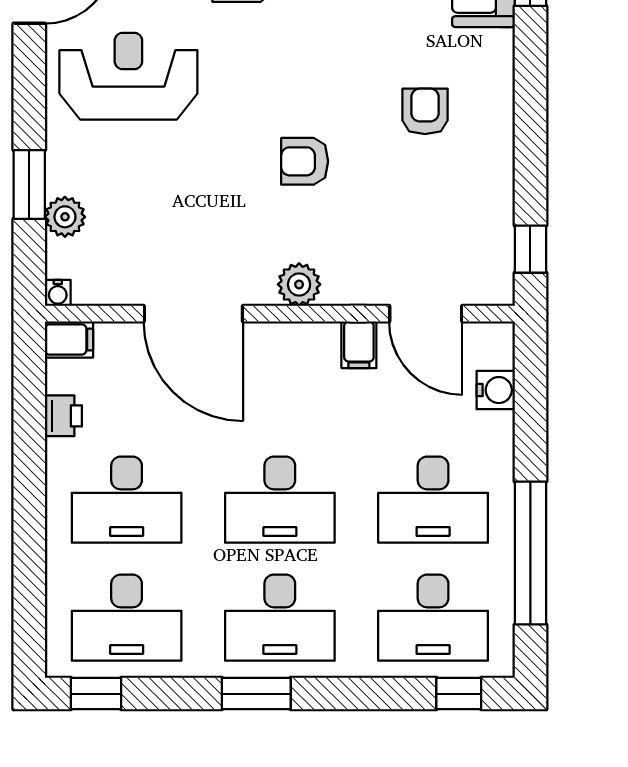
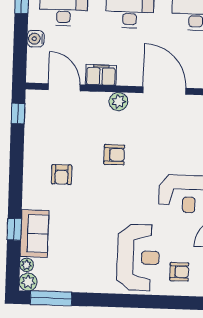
filing cabinet: (359, 345) -> (101, 75), width x2.00
water cooler: (496, 390) -> (36, 39), moved

